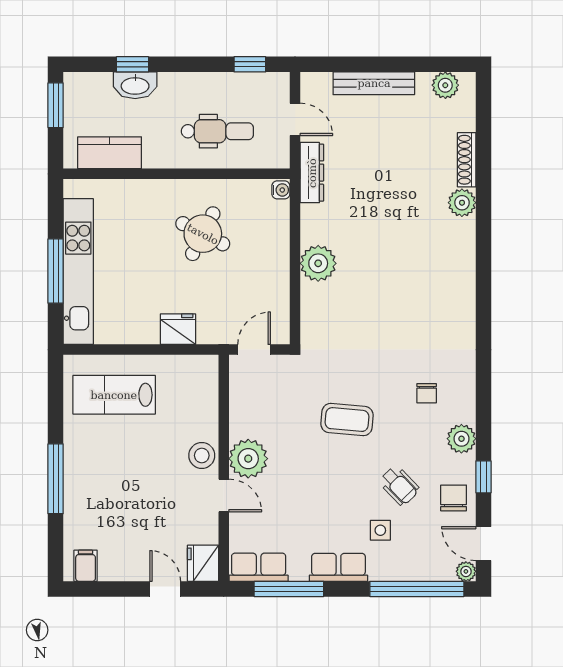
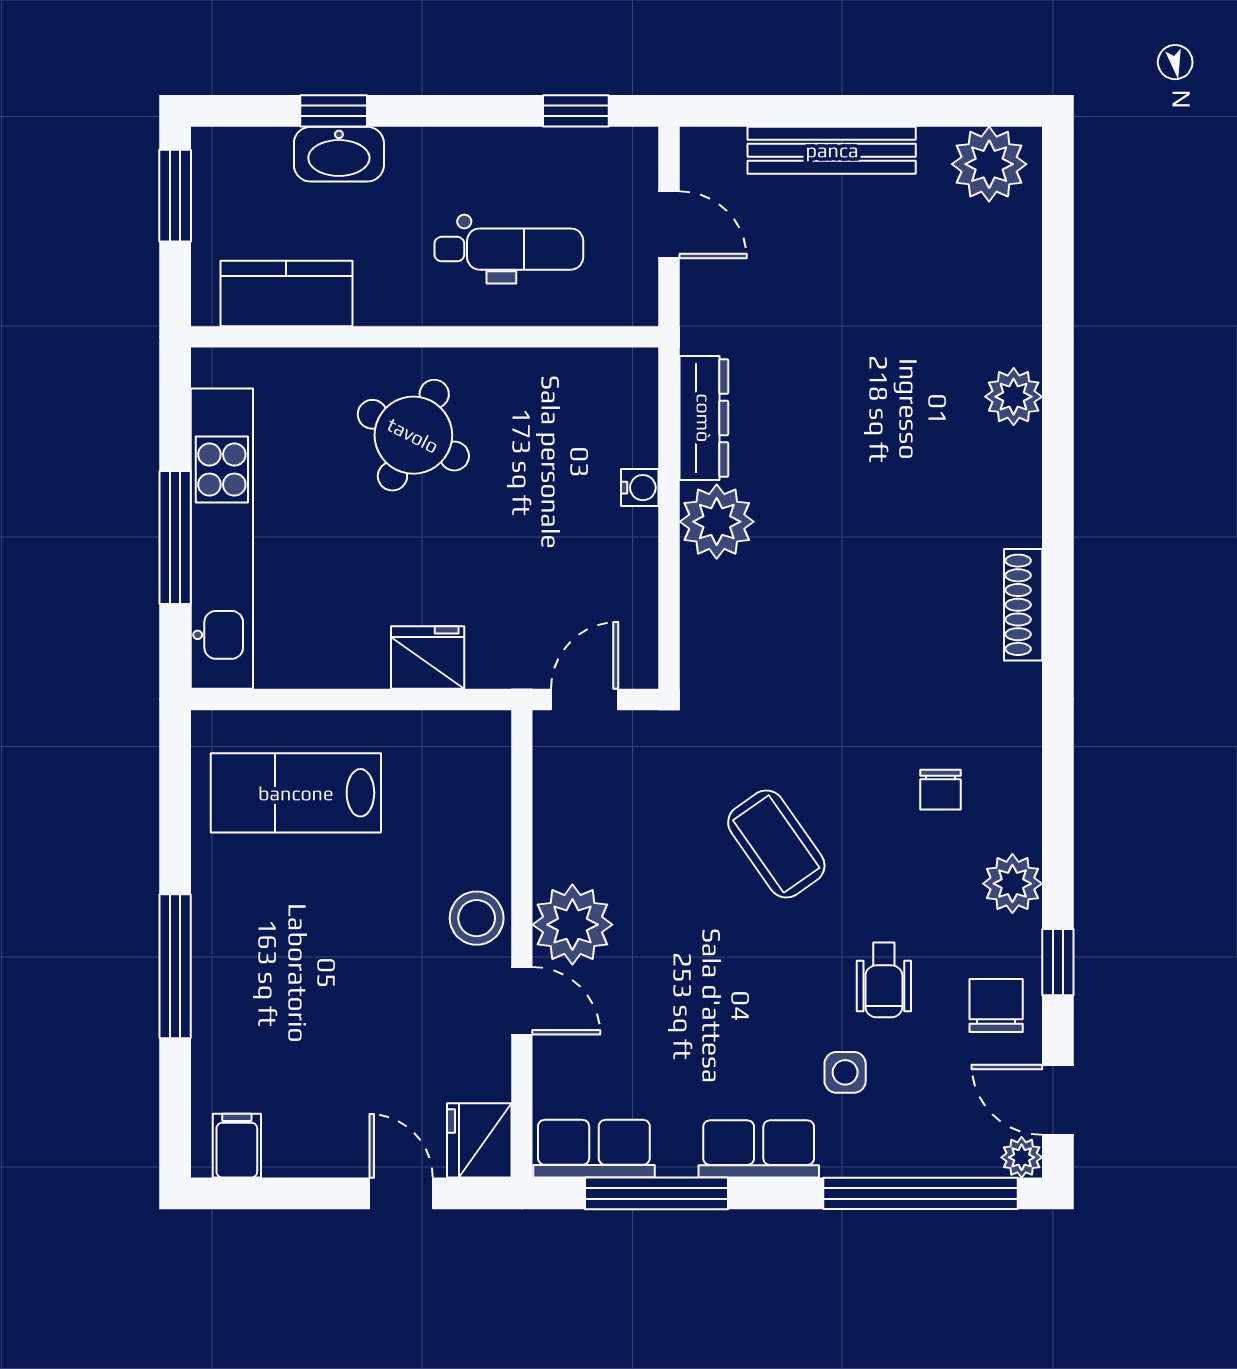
plant: (445, 85) -> (989, 164), width x1.36, depth x1.36
shoe rack: (467, 160) -> (1023, 605), moved
dresser: (312, 173) -> (704, 418), moved
water cooler: (281, 190) -> (640, 488), moved
round table: (203, 234) -> (413, 435), moved
coffee table: (347, 420) -> (776, 844), turned 50
wheelchair: (399, 486) -> (884, 980), turned 44

